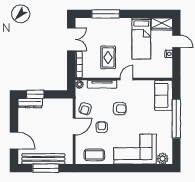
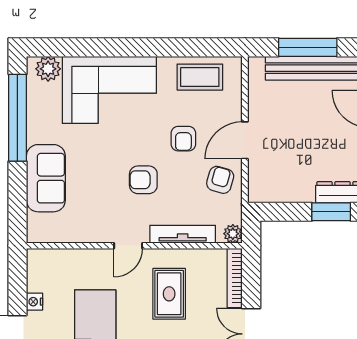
sofa: (164, 95) -> (46, 178), moved
window: (176, 119) -> (17, 118), moved

